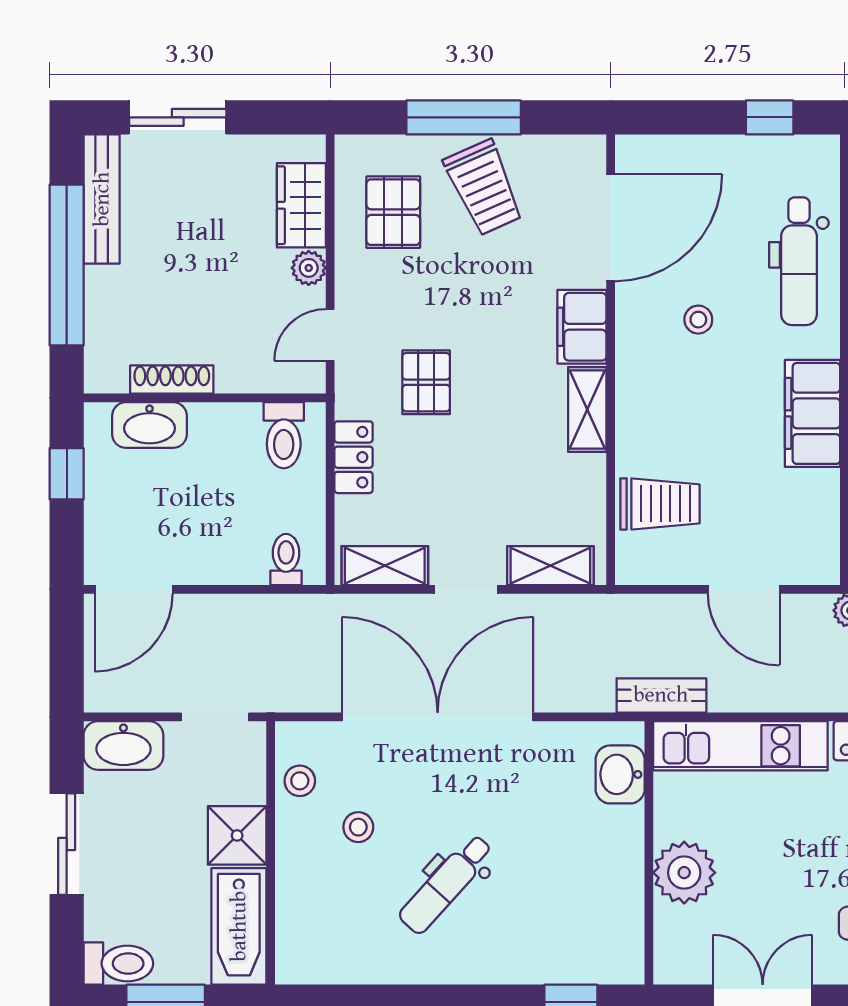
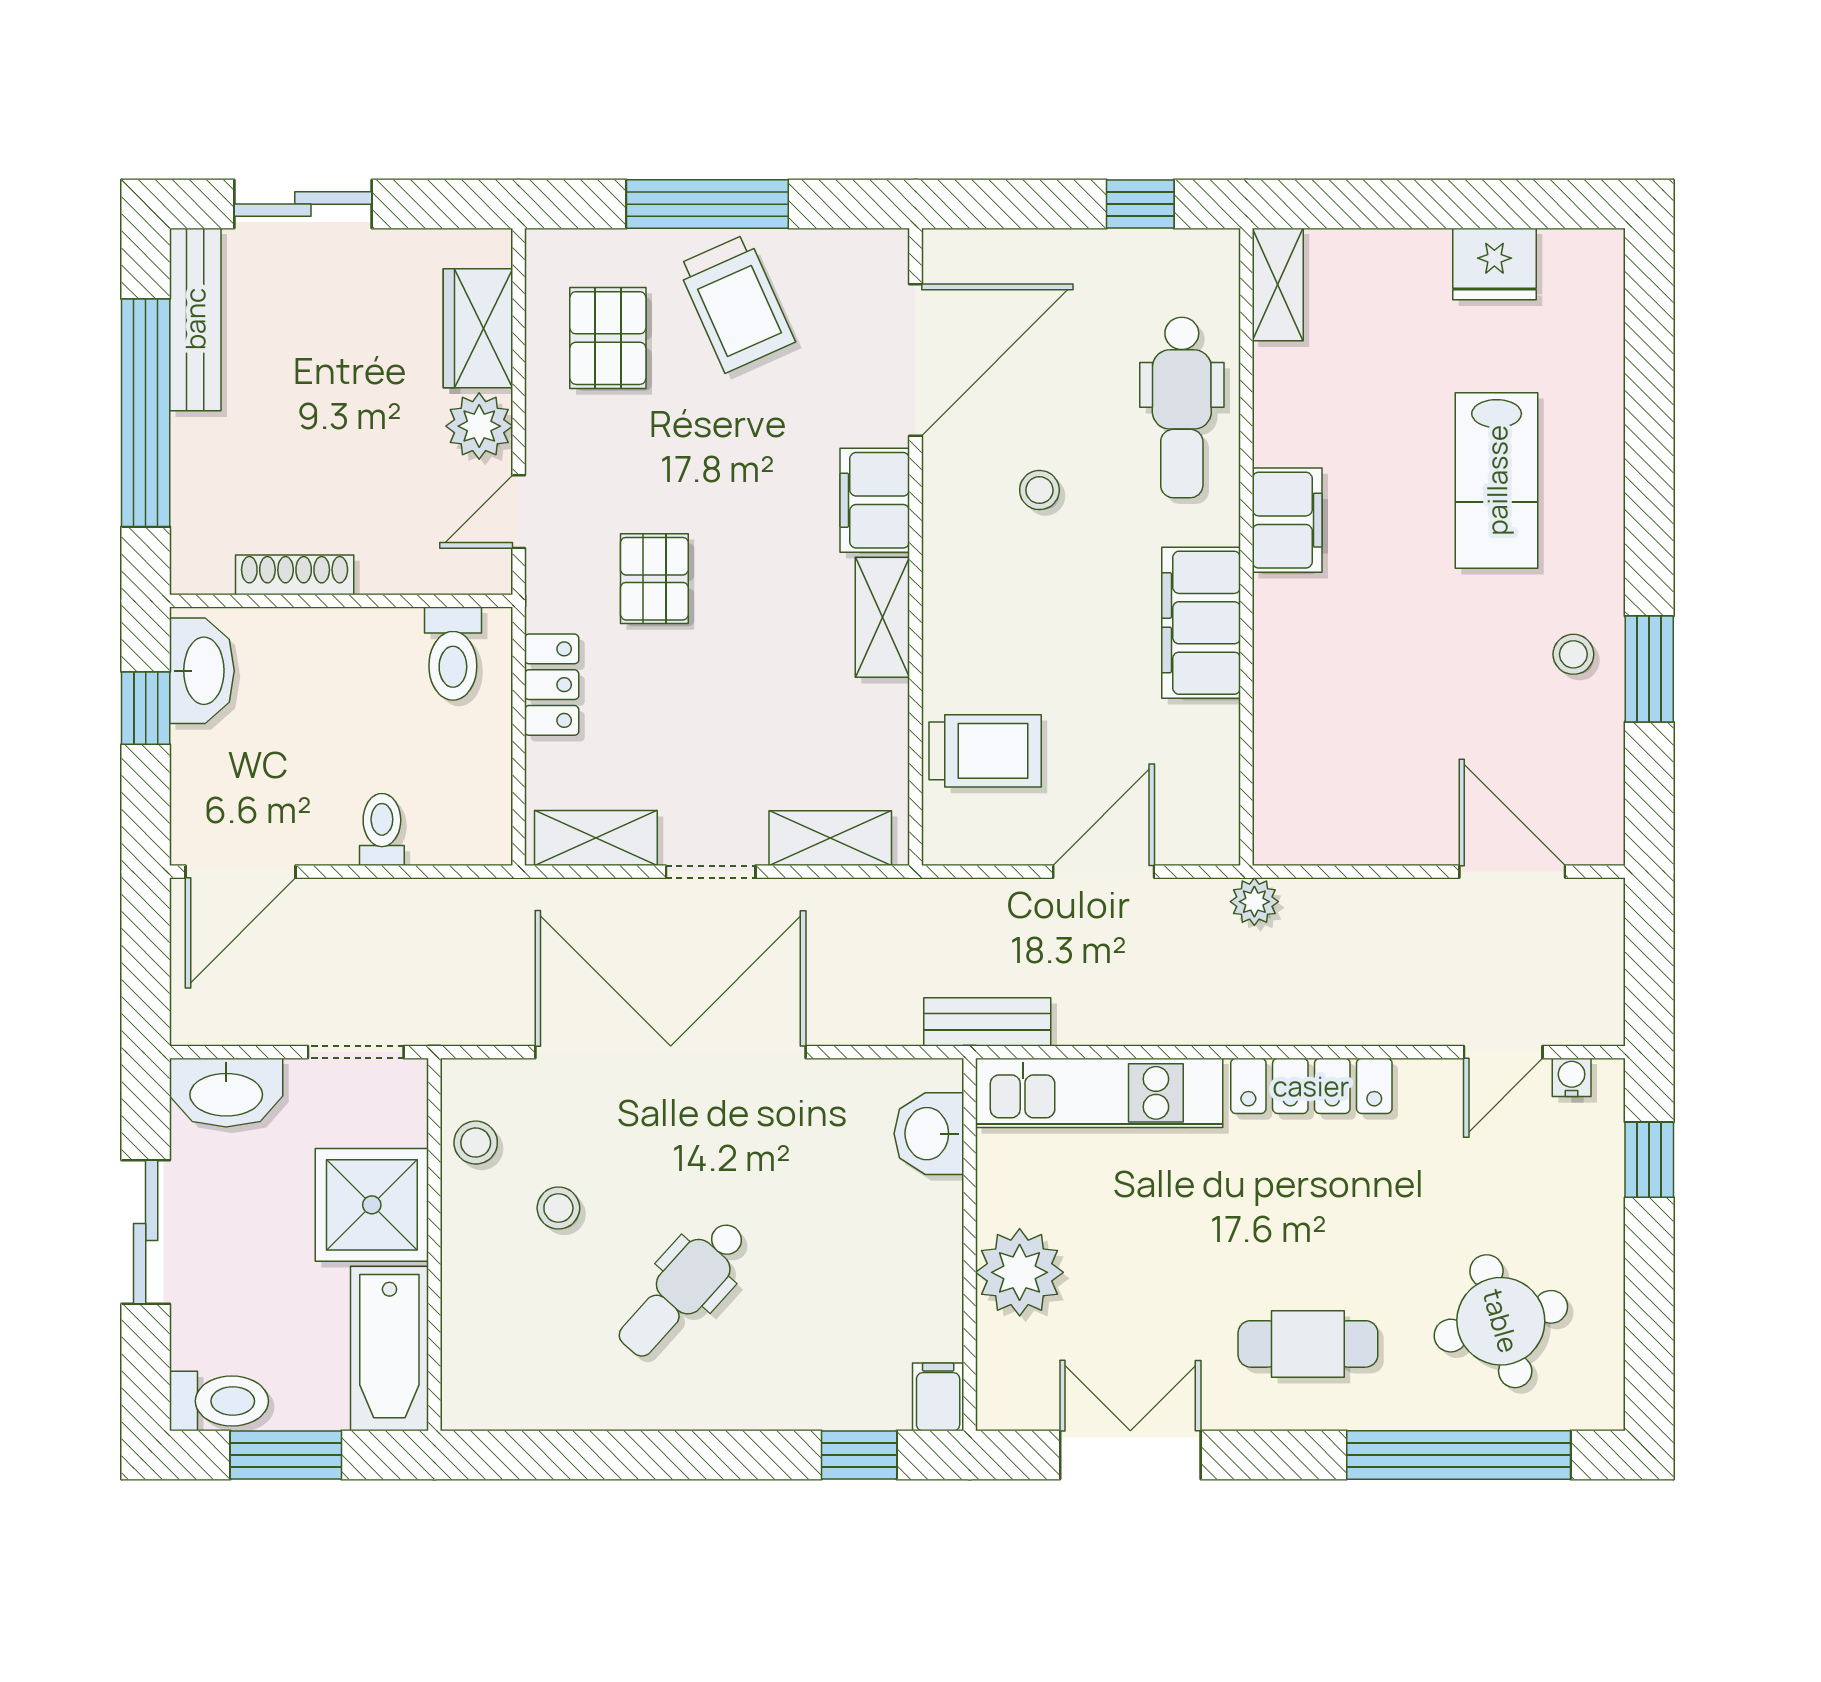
plant: (309, 268) -> (479, 426), width x1.38, depth x1.38
washbasin: (150, 425) -> (202, 671), moved, turned -90
toilet: (286, 560) -> (382, 829), moved
door: (744, 589) -> (1104, 872), swing flipped
shower: (237, 835) -> (372, 1205), width x1.36, depth x1.36
filing cabinet: (627, 961) -> (938, 1397), added

